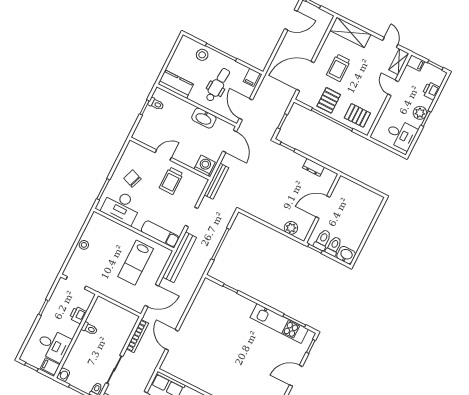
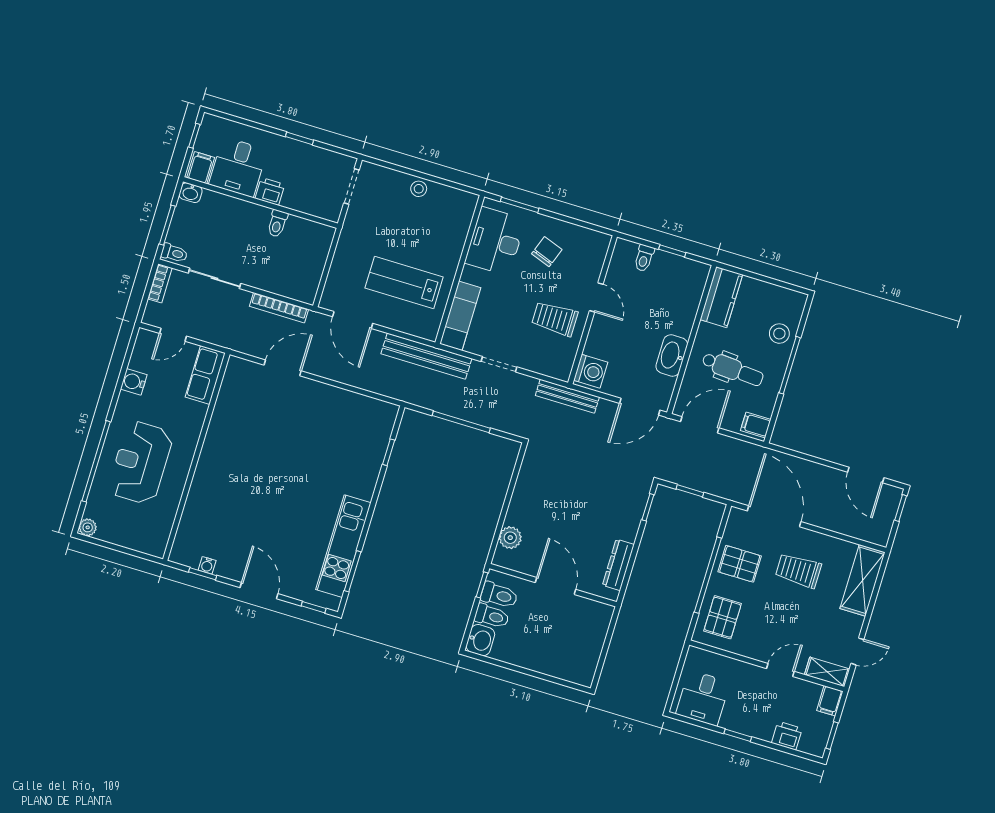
toilet: (156, 104) -> (644, 258), moved
plant: (420, 113) -> (746, 723), removed
dresser: (313, 167) -> (618, 565), width x1.44
printer: (78, 315) -> (270, 191), moved

